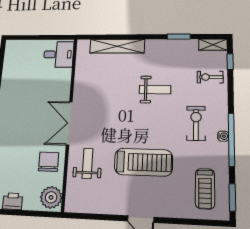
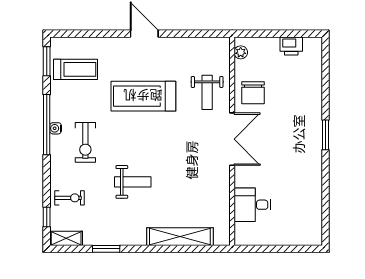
desk: (59, 54) -> (252, 205), moved
weight bench: (155, 90) -> (133, 182), turned 180
treadmill: (205, 189) -> (75, 69), turned 90
plant: (51, 197) -> (241, 52), width x0.53, depth x0.53

